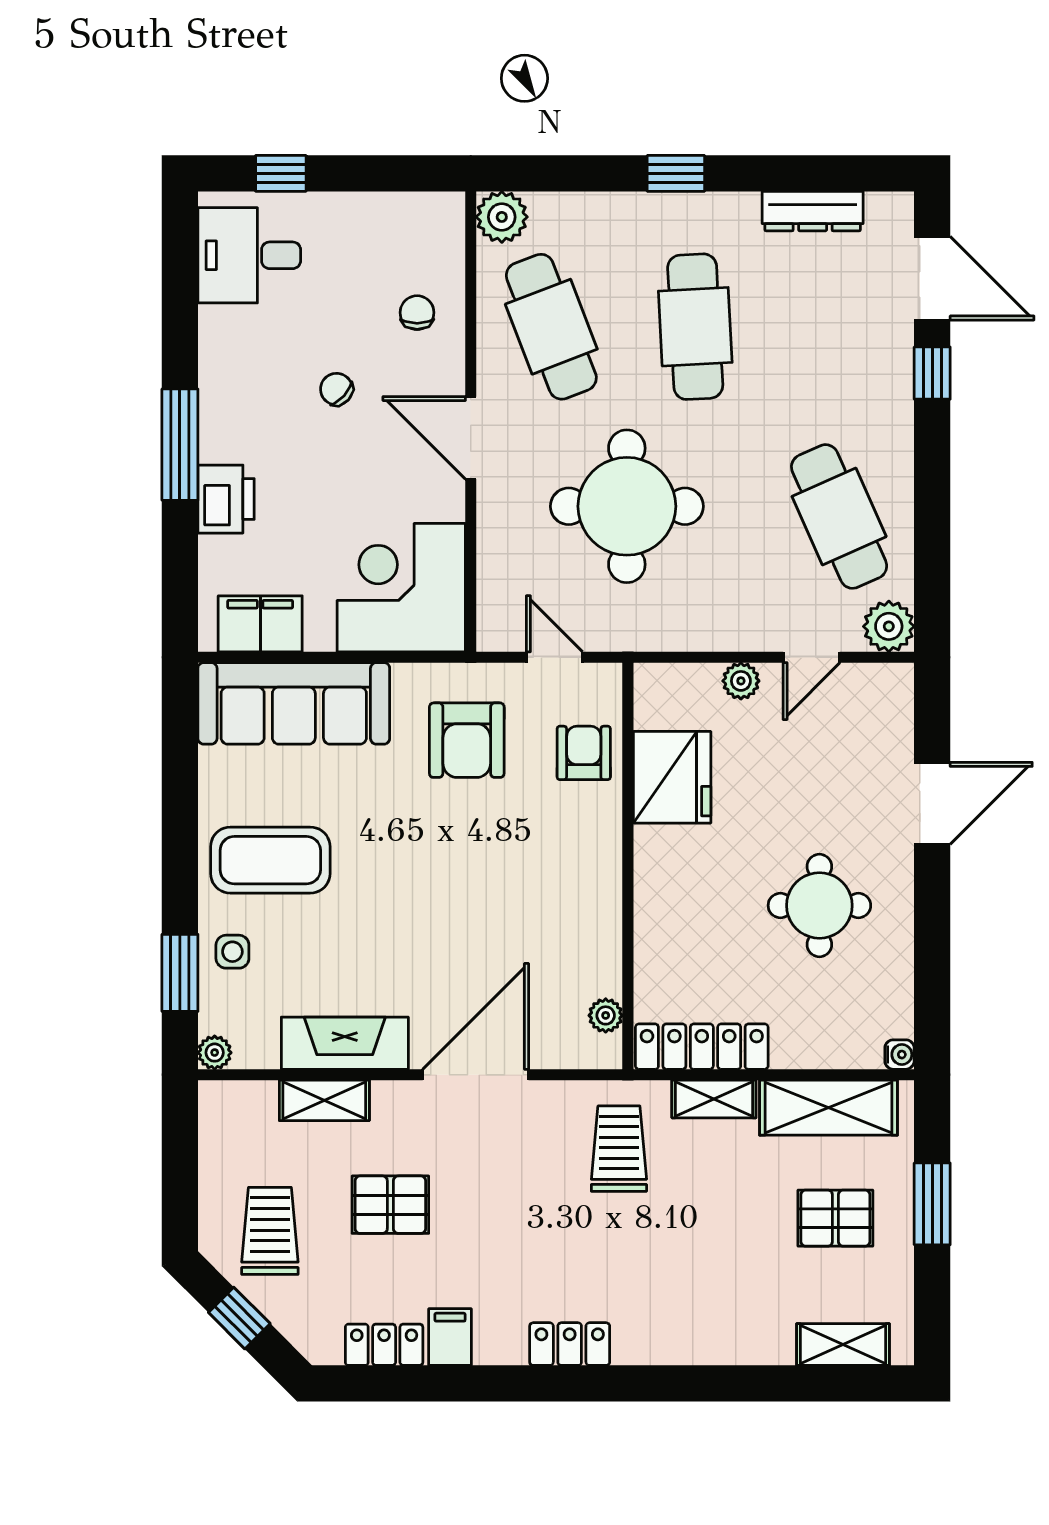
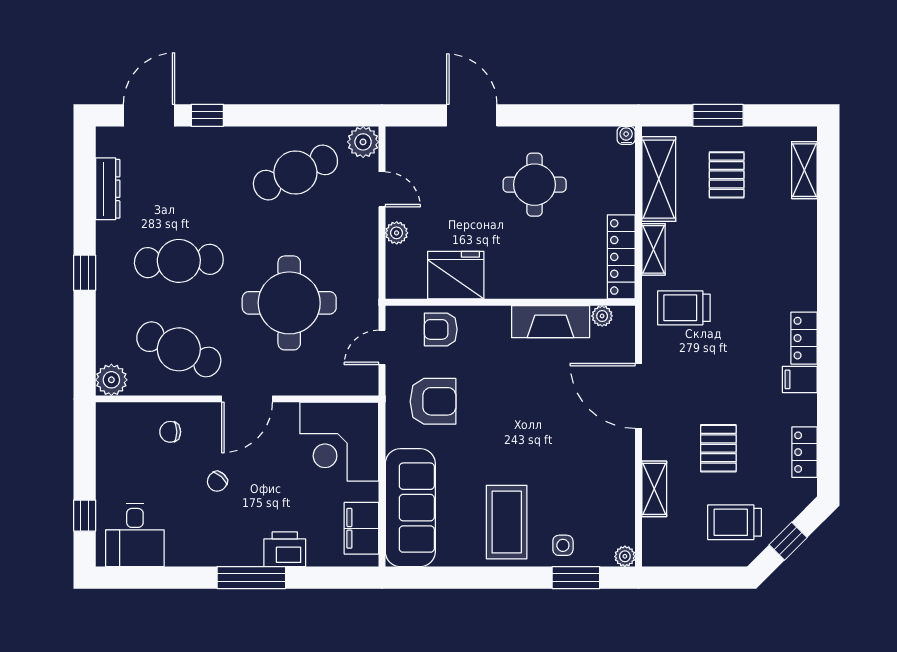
cafe table: (551, 327) -> (179, 349), turned 45
fireplace: (345, 1043) -> (551, 322), moved, turned -90
filing cabinet: (450, 1337) -> (800, 379), moved

